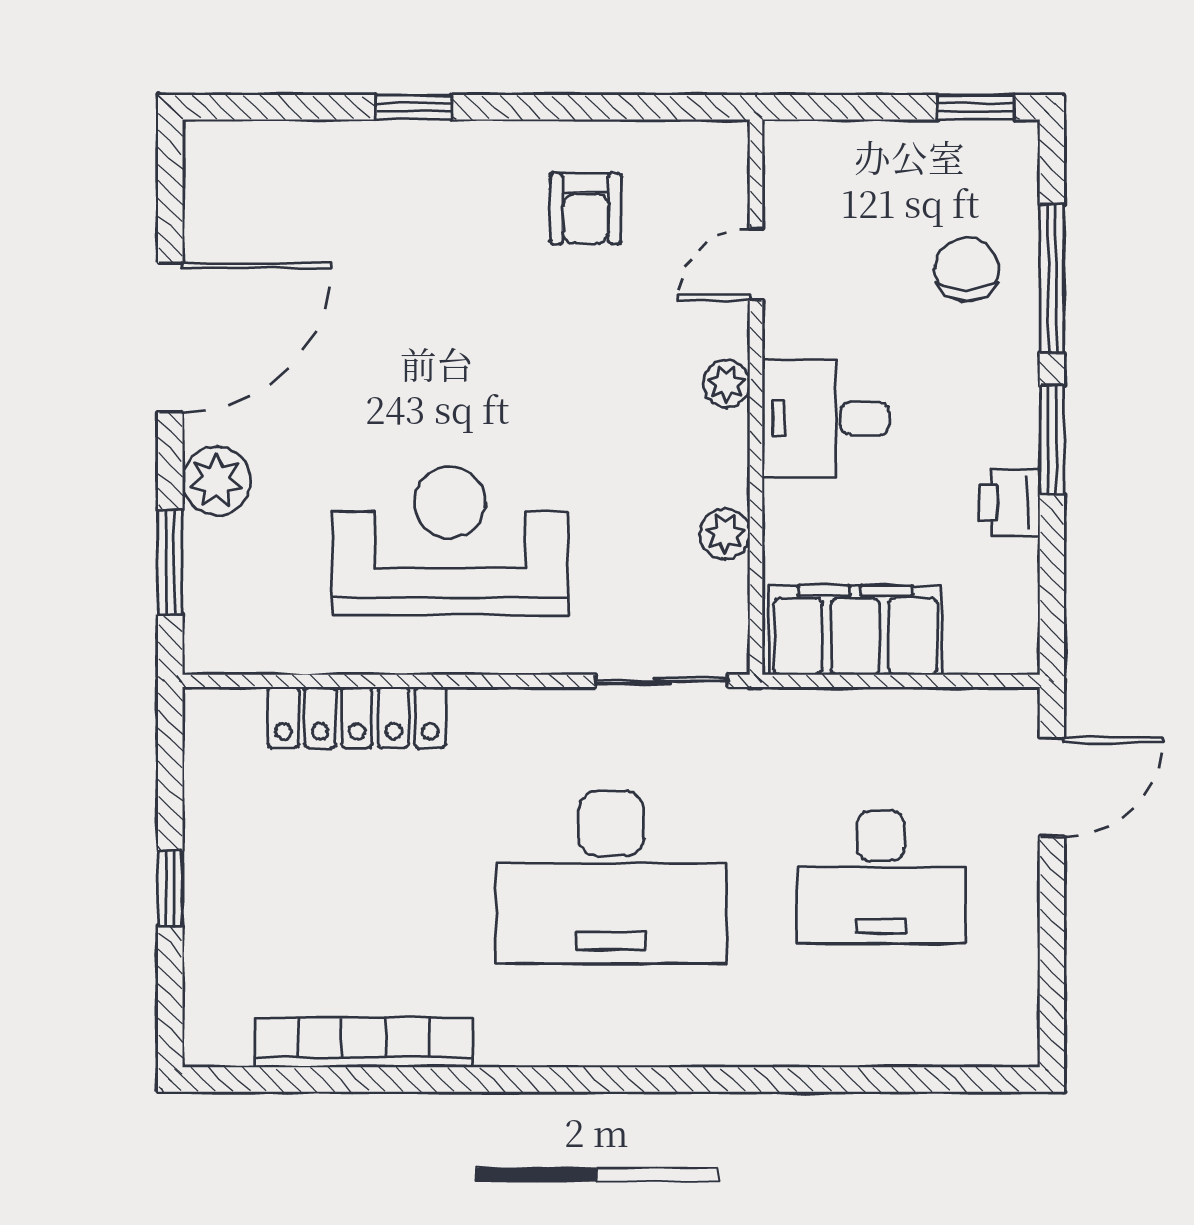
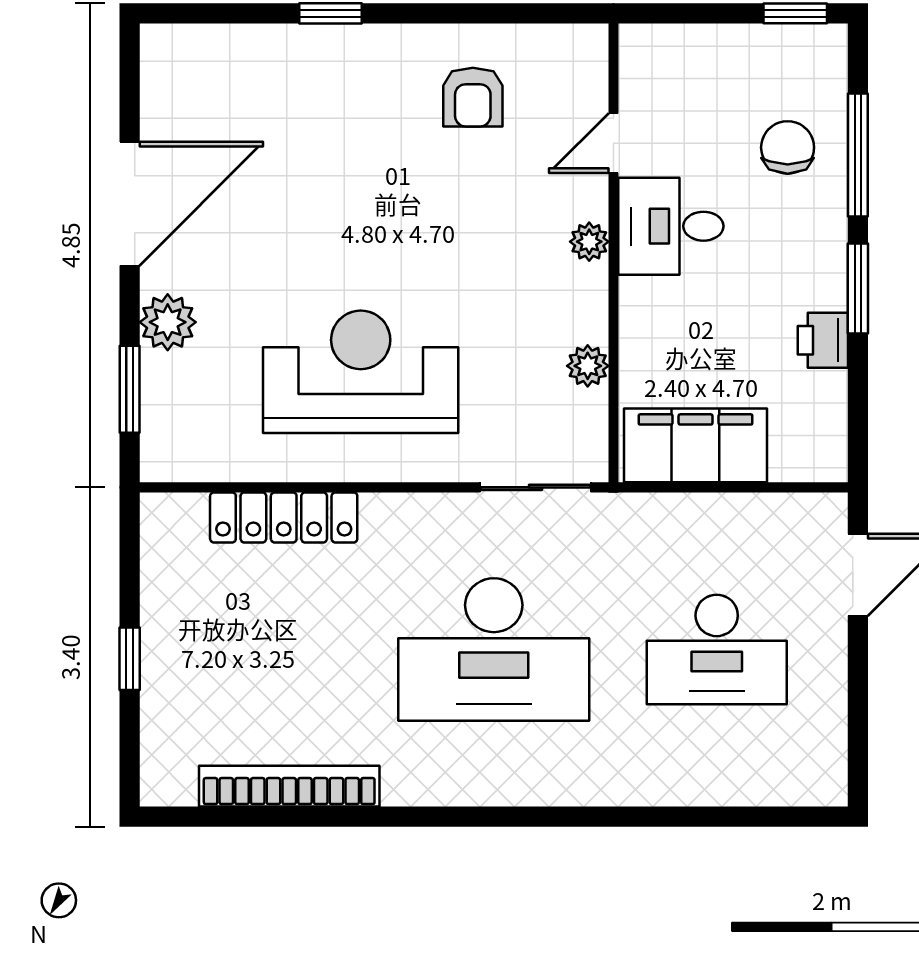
desk: (826, 418) -> (671, 226), moved

